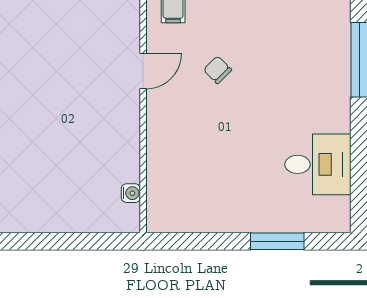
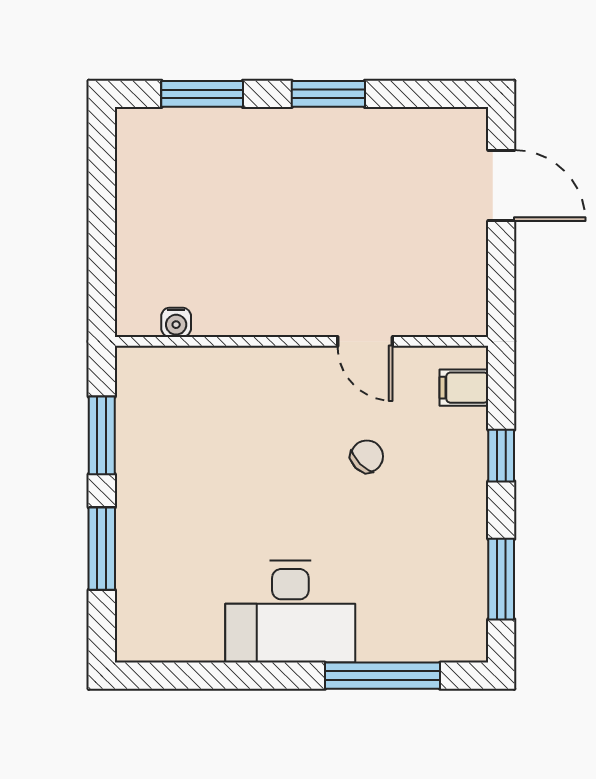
desk: (318, 164) -> (290, 612), moved, width x1.37
window: (204, 241) -> (102, 435), added

